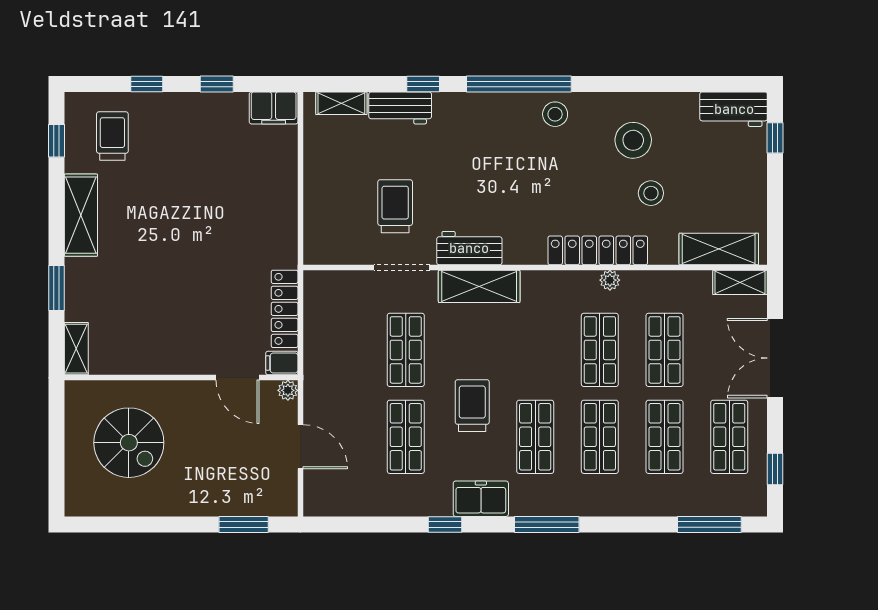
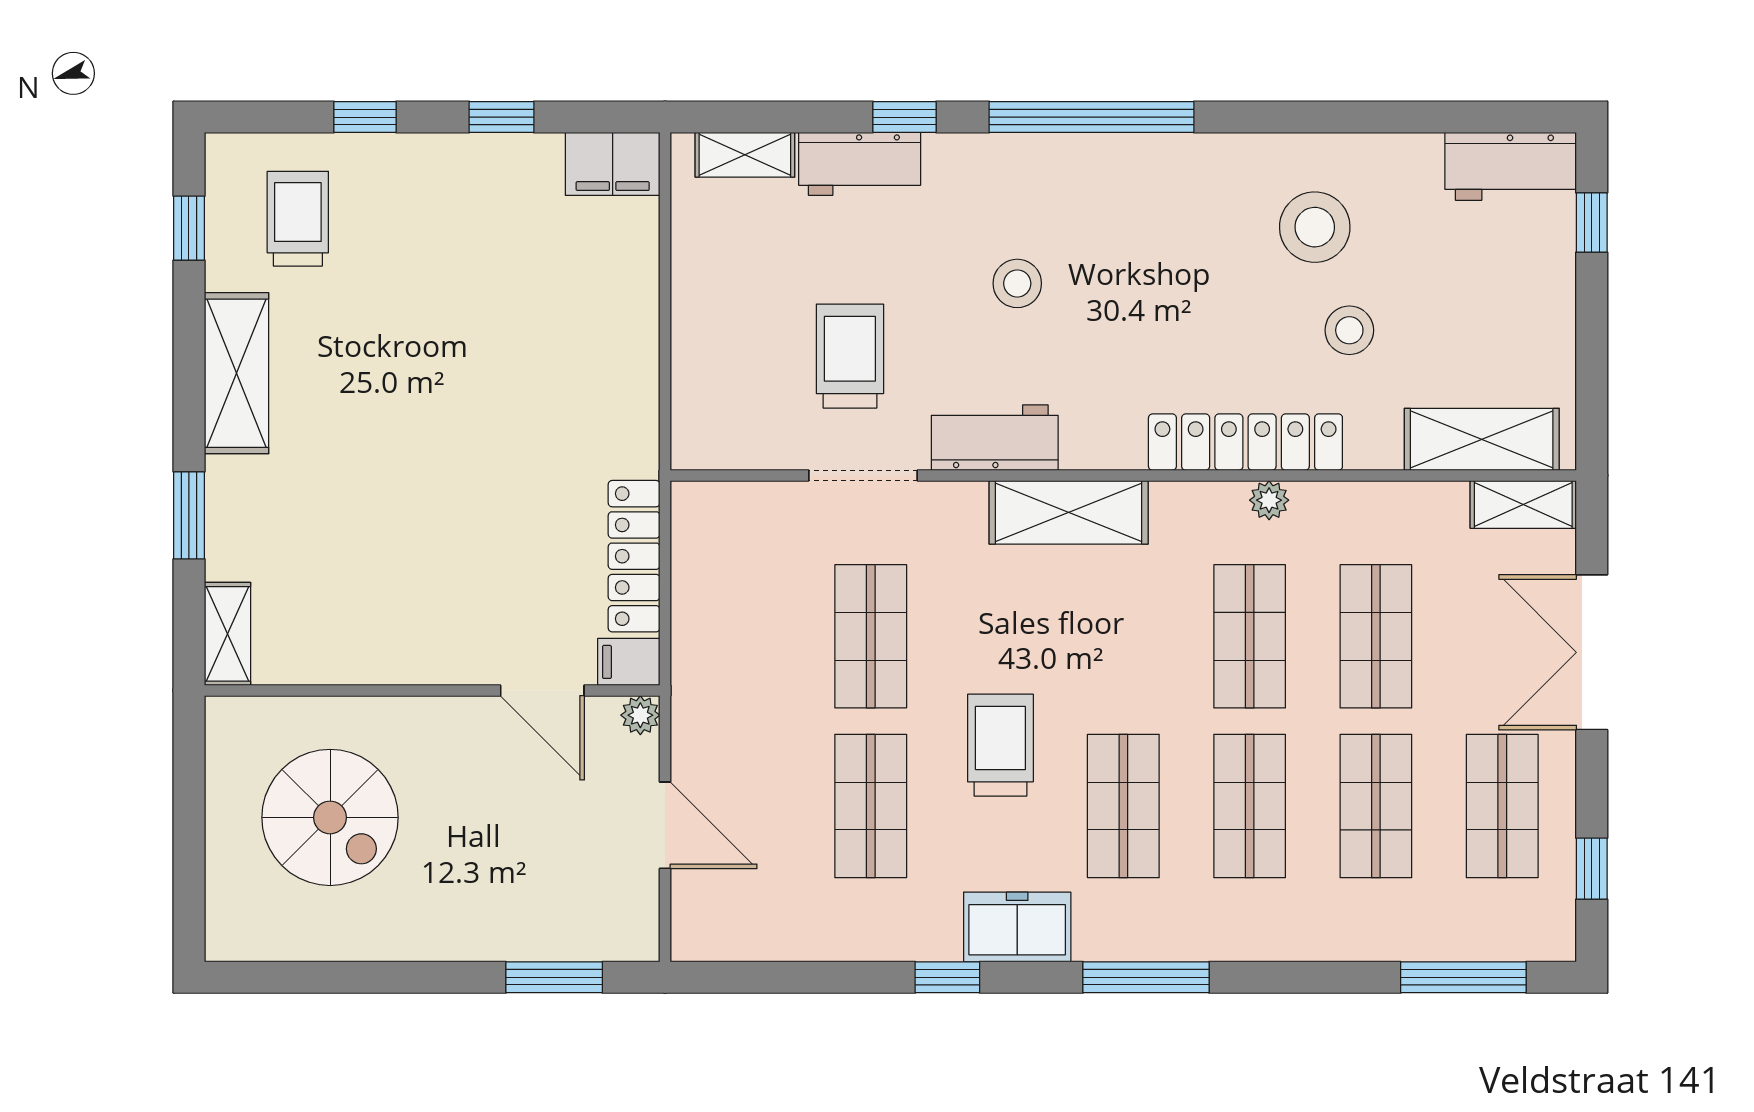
stool: (555, 114) -> (1017, 283), moved
shelving: (479, 286) -> (1069, 512), moved

